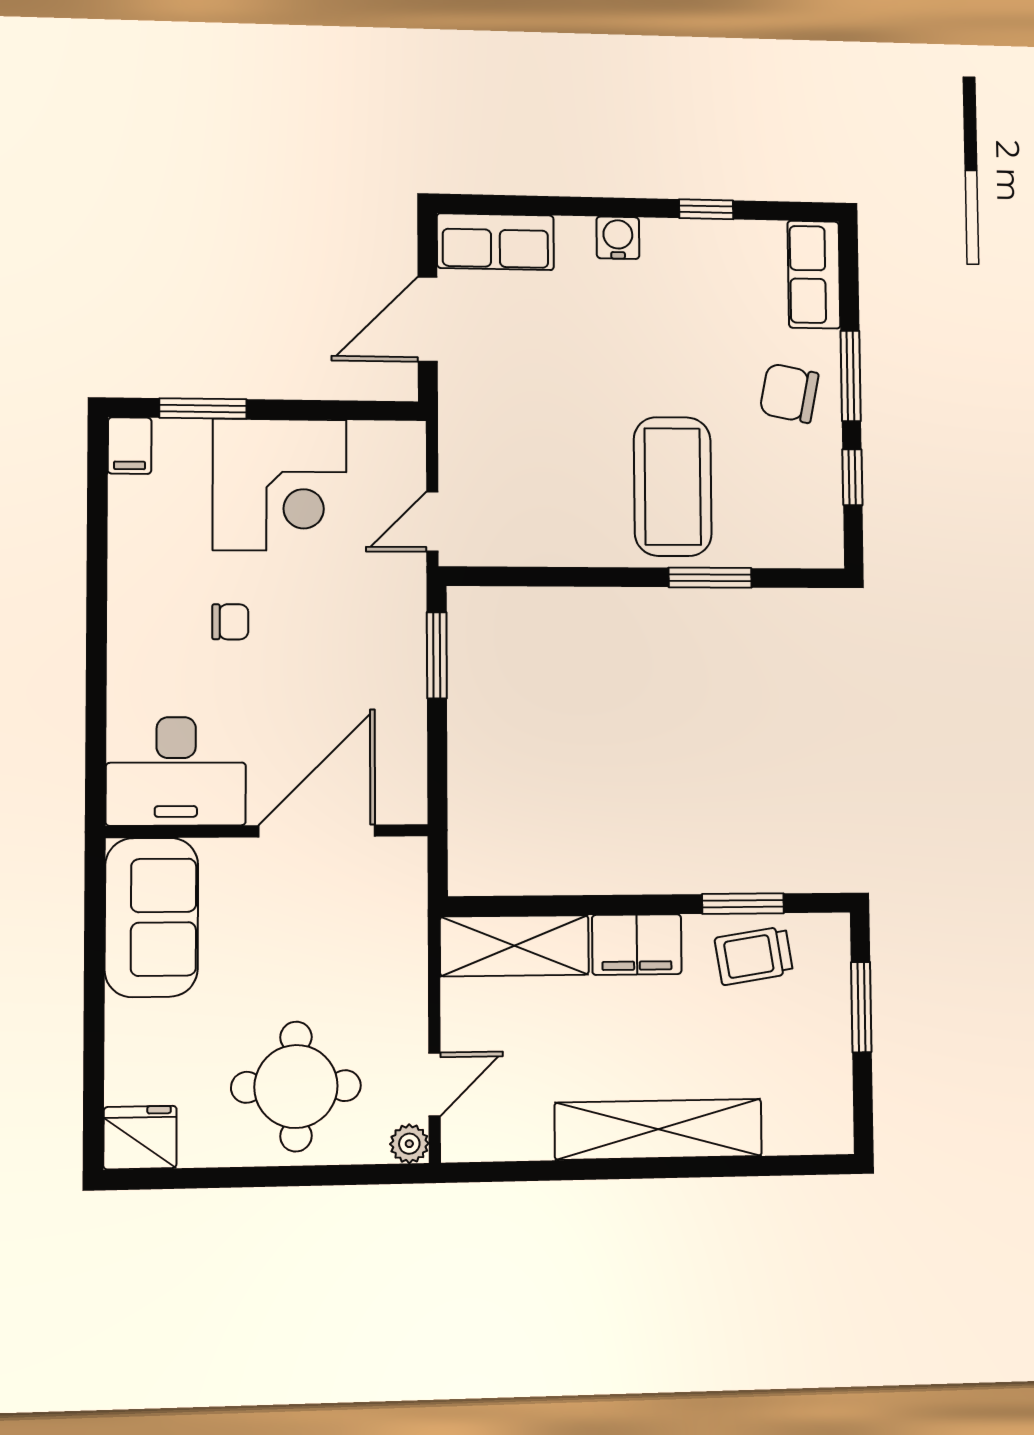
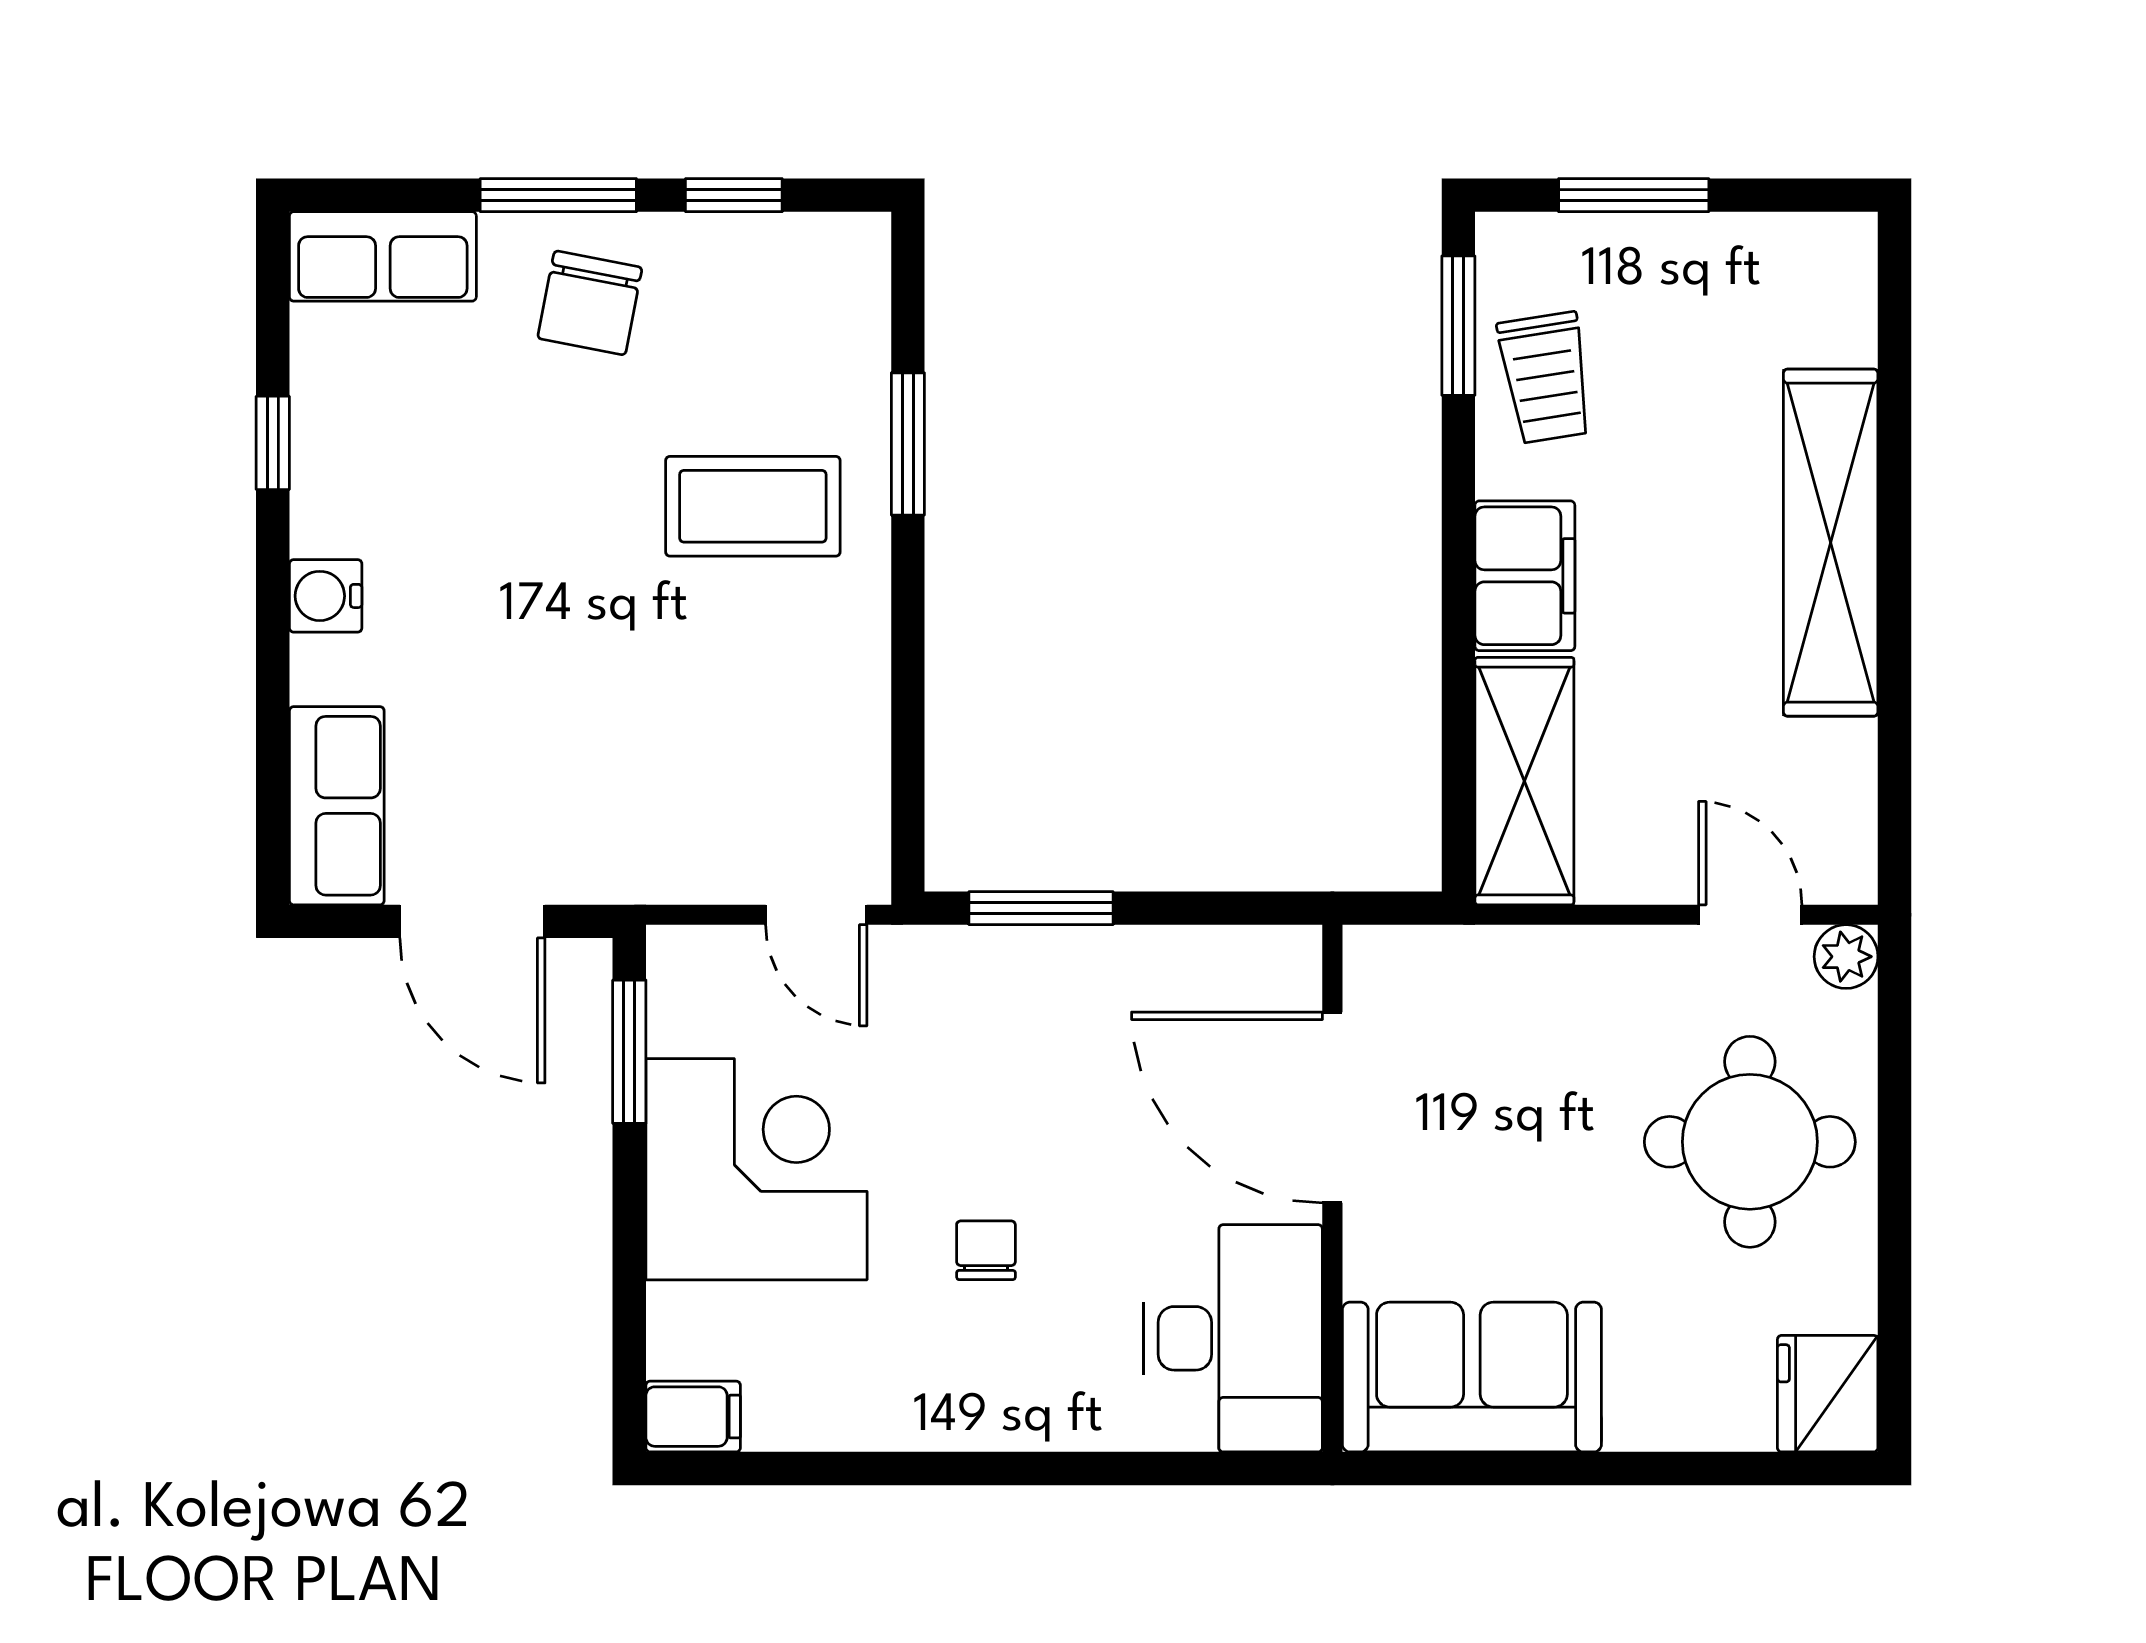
window: (203, 408) -> (629, 1052), moved
coffee table: (673, 487) -> (753, 506), width x0.73, depth x0.76
window: (743, 904) -> (1458, 326), moved

